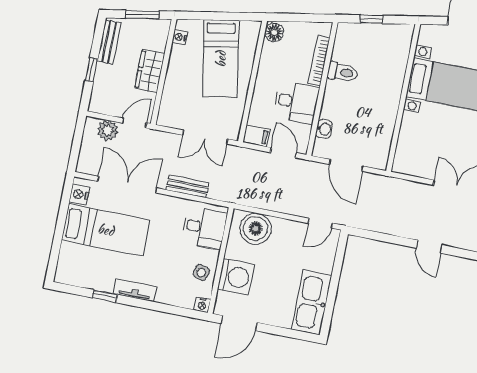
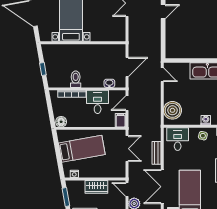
washing machine: (236, 277) -> (206, 120), width x0.53, depth x0.53

